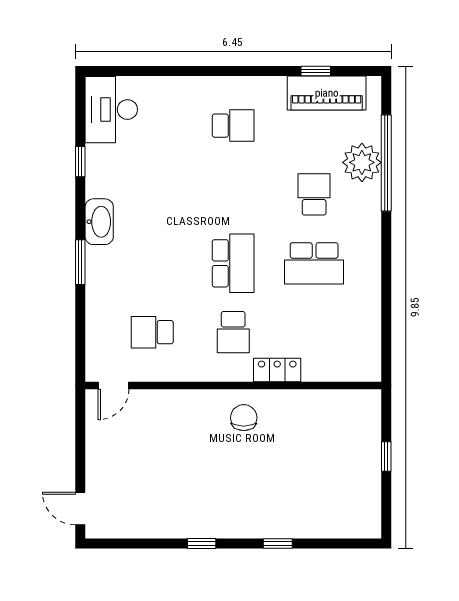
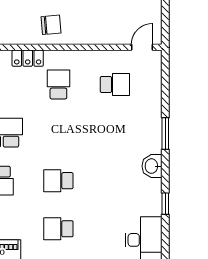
washbasin: (99, 222) -> (152, 166), width x0.72
school desk: (233, 263) -> (58, 181), moved, width x0.54
chair: (244, 418) -> (51, 25), turned -95

